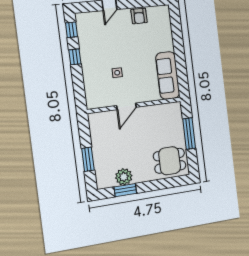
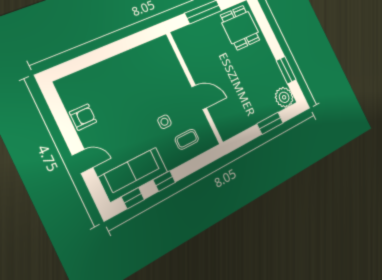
sofa: (168, 75) -> (133, 174), moved, turned 180
coffee table: (99, 85) -> (187, 139), added
plant: (124, 177) -> (284, 97), moved

